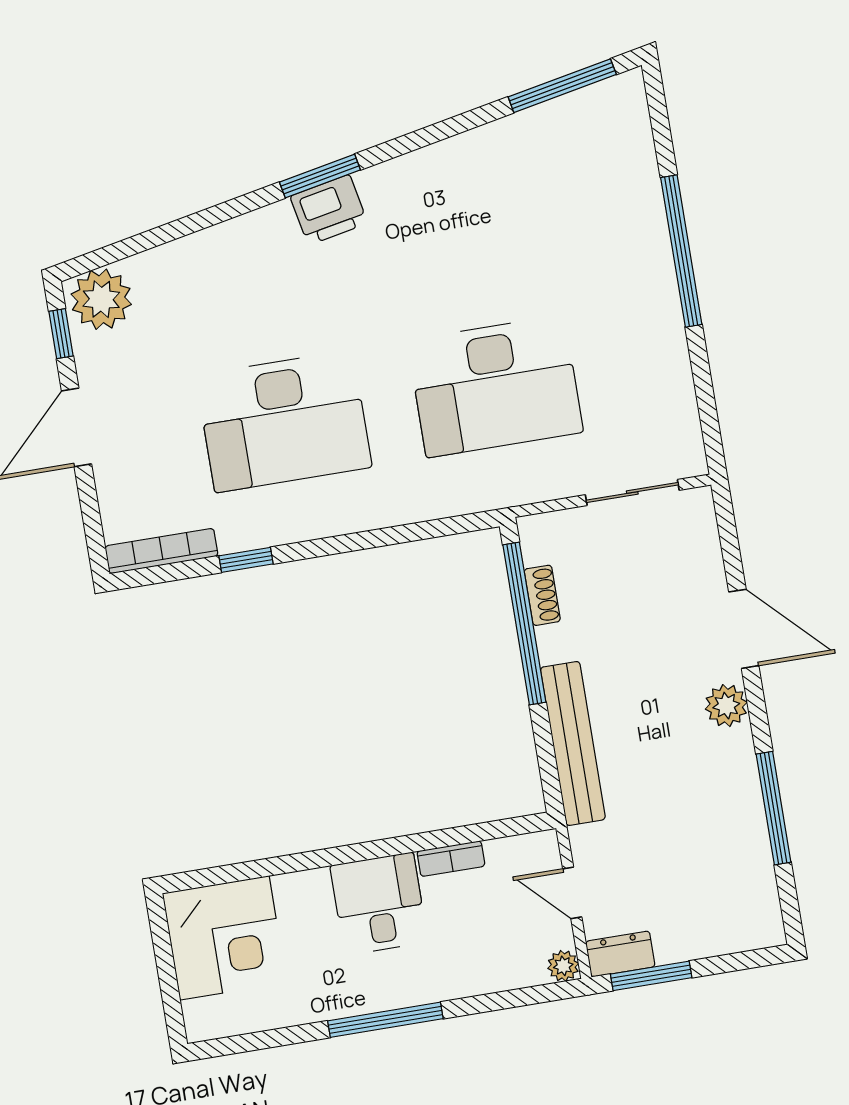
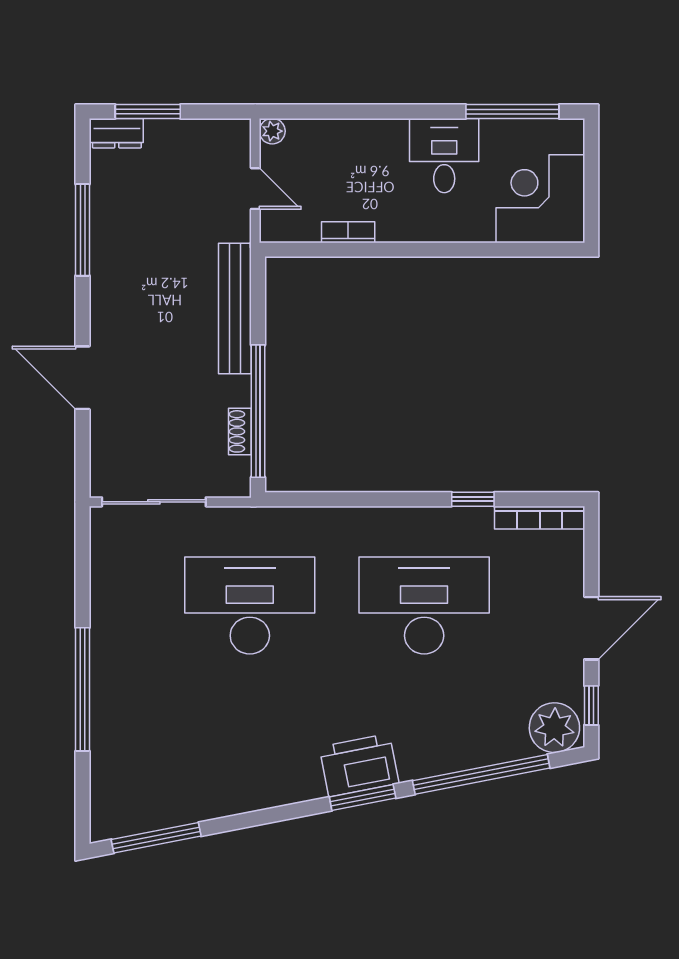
printer: (329, 210) -> (359, 765), width x1.37, depth x1.19
window: (181, 228) -> (481, 774), added
sliding door: (632, 492) -> (154, 502), width x1.37
plant: (726, 706) -> (107, 318), removed
desk: (379, 904) -> (444, 156), moved, turned 180
dresser: (620, 954) -> (117, 133), moved
window: (651, 976) -> (148, 112), moved
window: (385, 1020) -> (512, 112), moved

